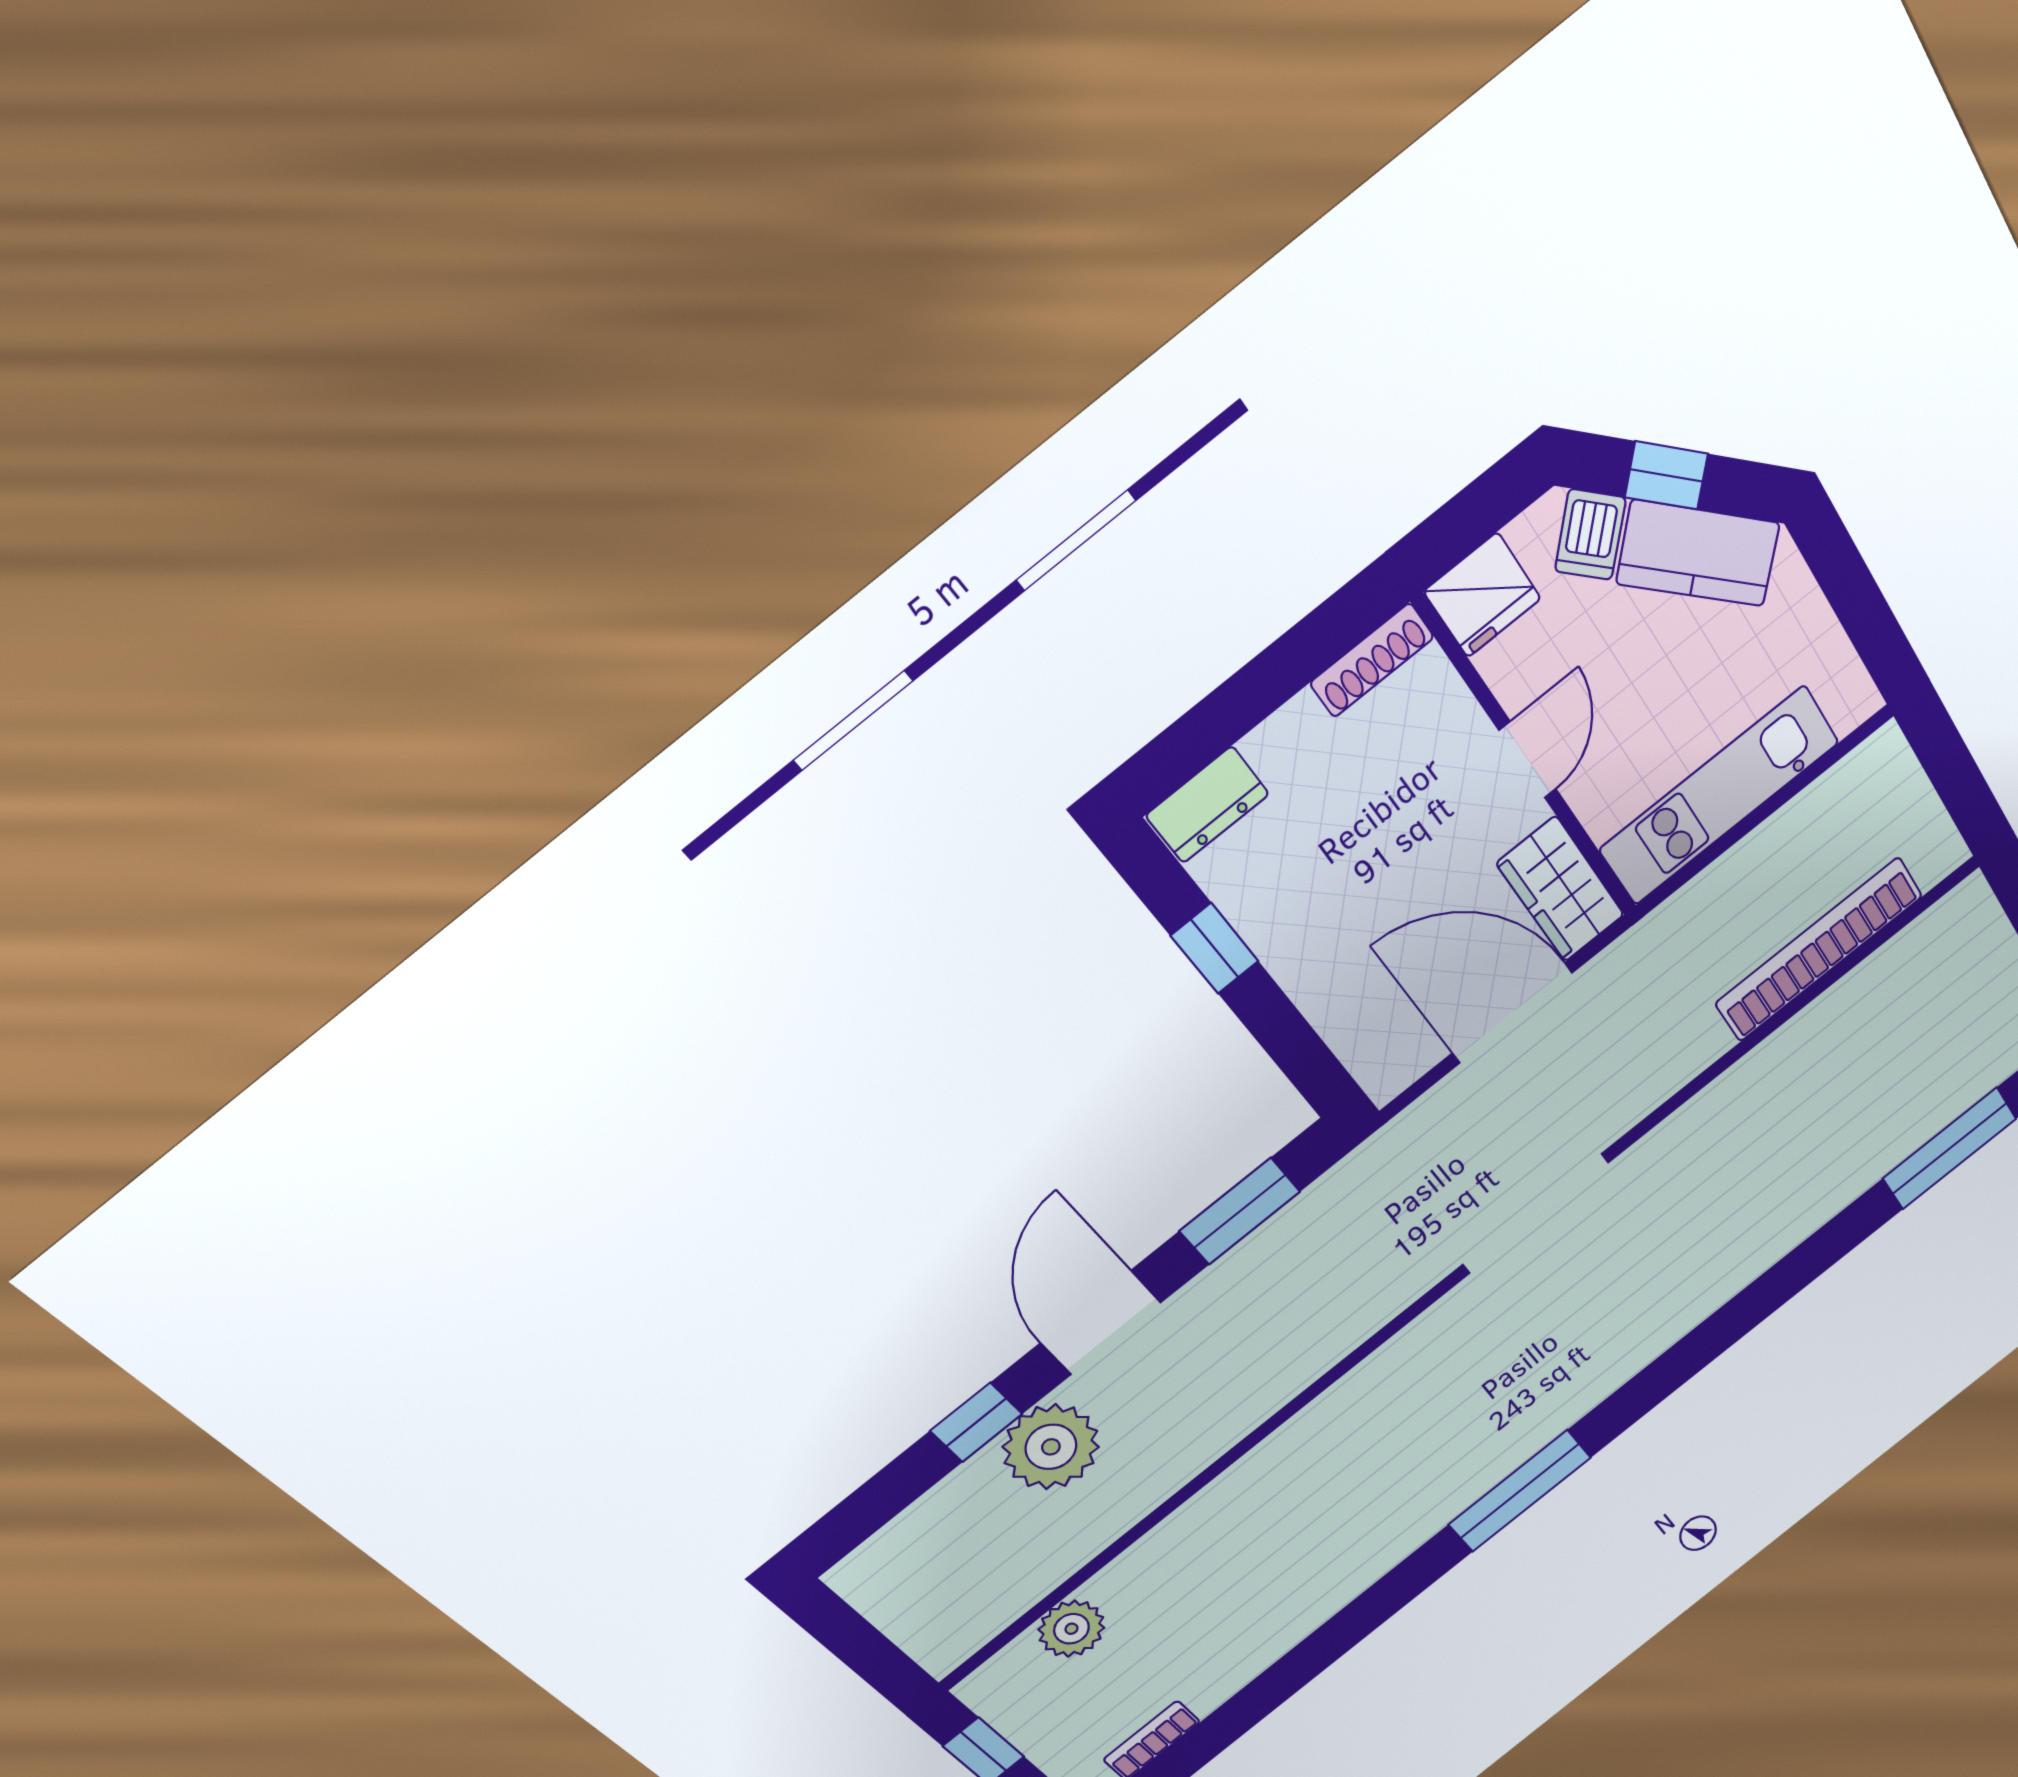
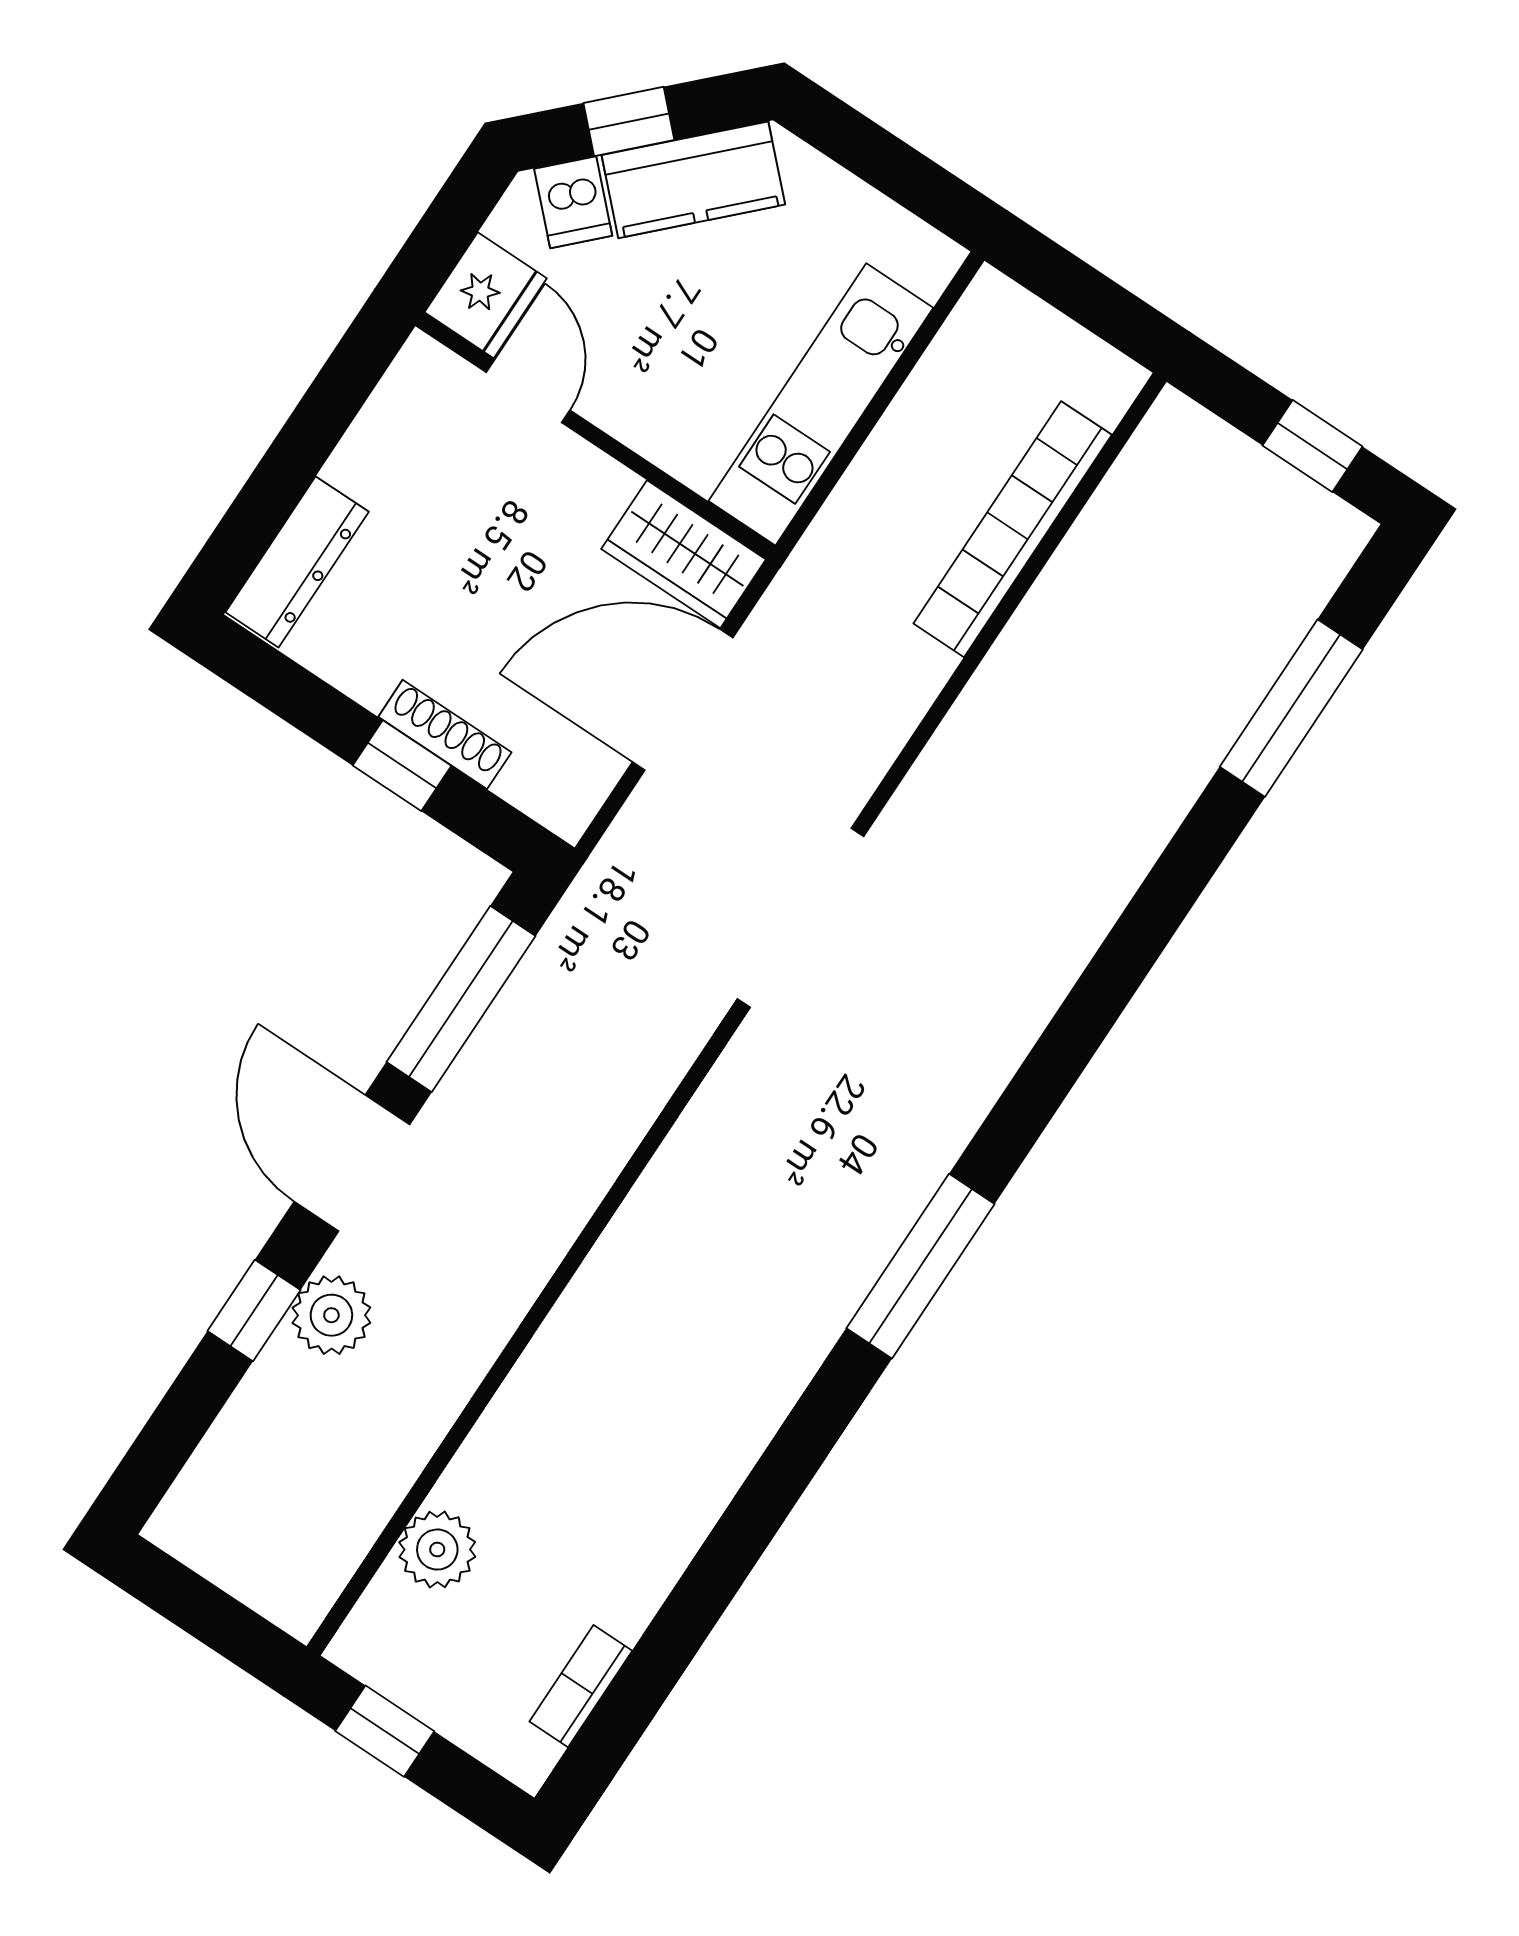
shoe rack: (1372, 660) -> (445, 734), moved, turned -90
door: (1528, 760) -> (528, 391), moved
dresser: (1207, 805) -> (297, 562), width x1.44
window: (1215, 948) -> (402, 766), moved
window: (1240, 1211) -> (461, 999), width x1.44
plant: (1051, 1447) -> (331, 1315), width x0.73, depth x0.73

